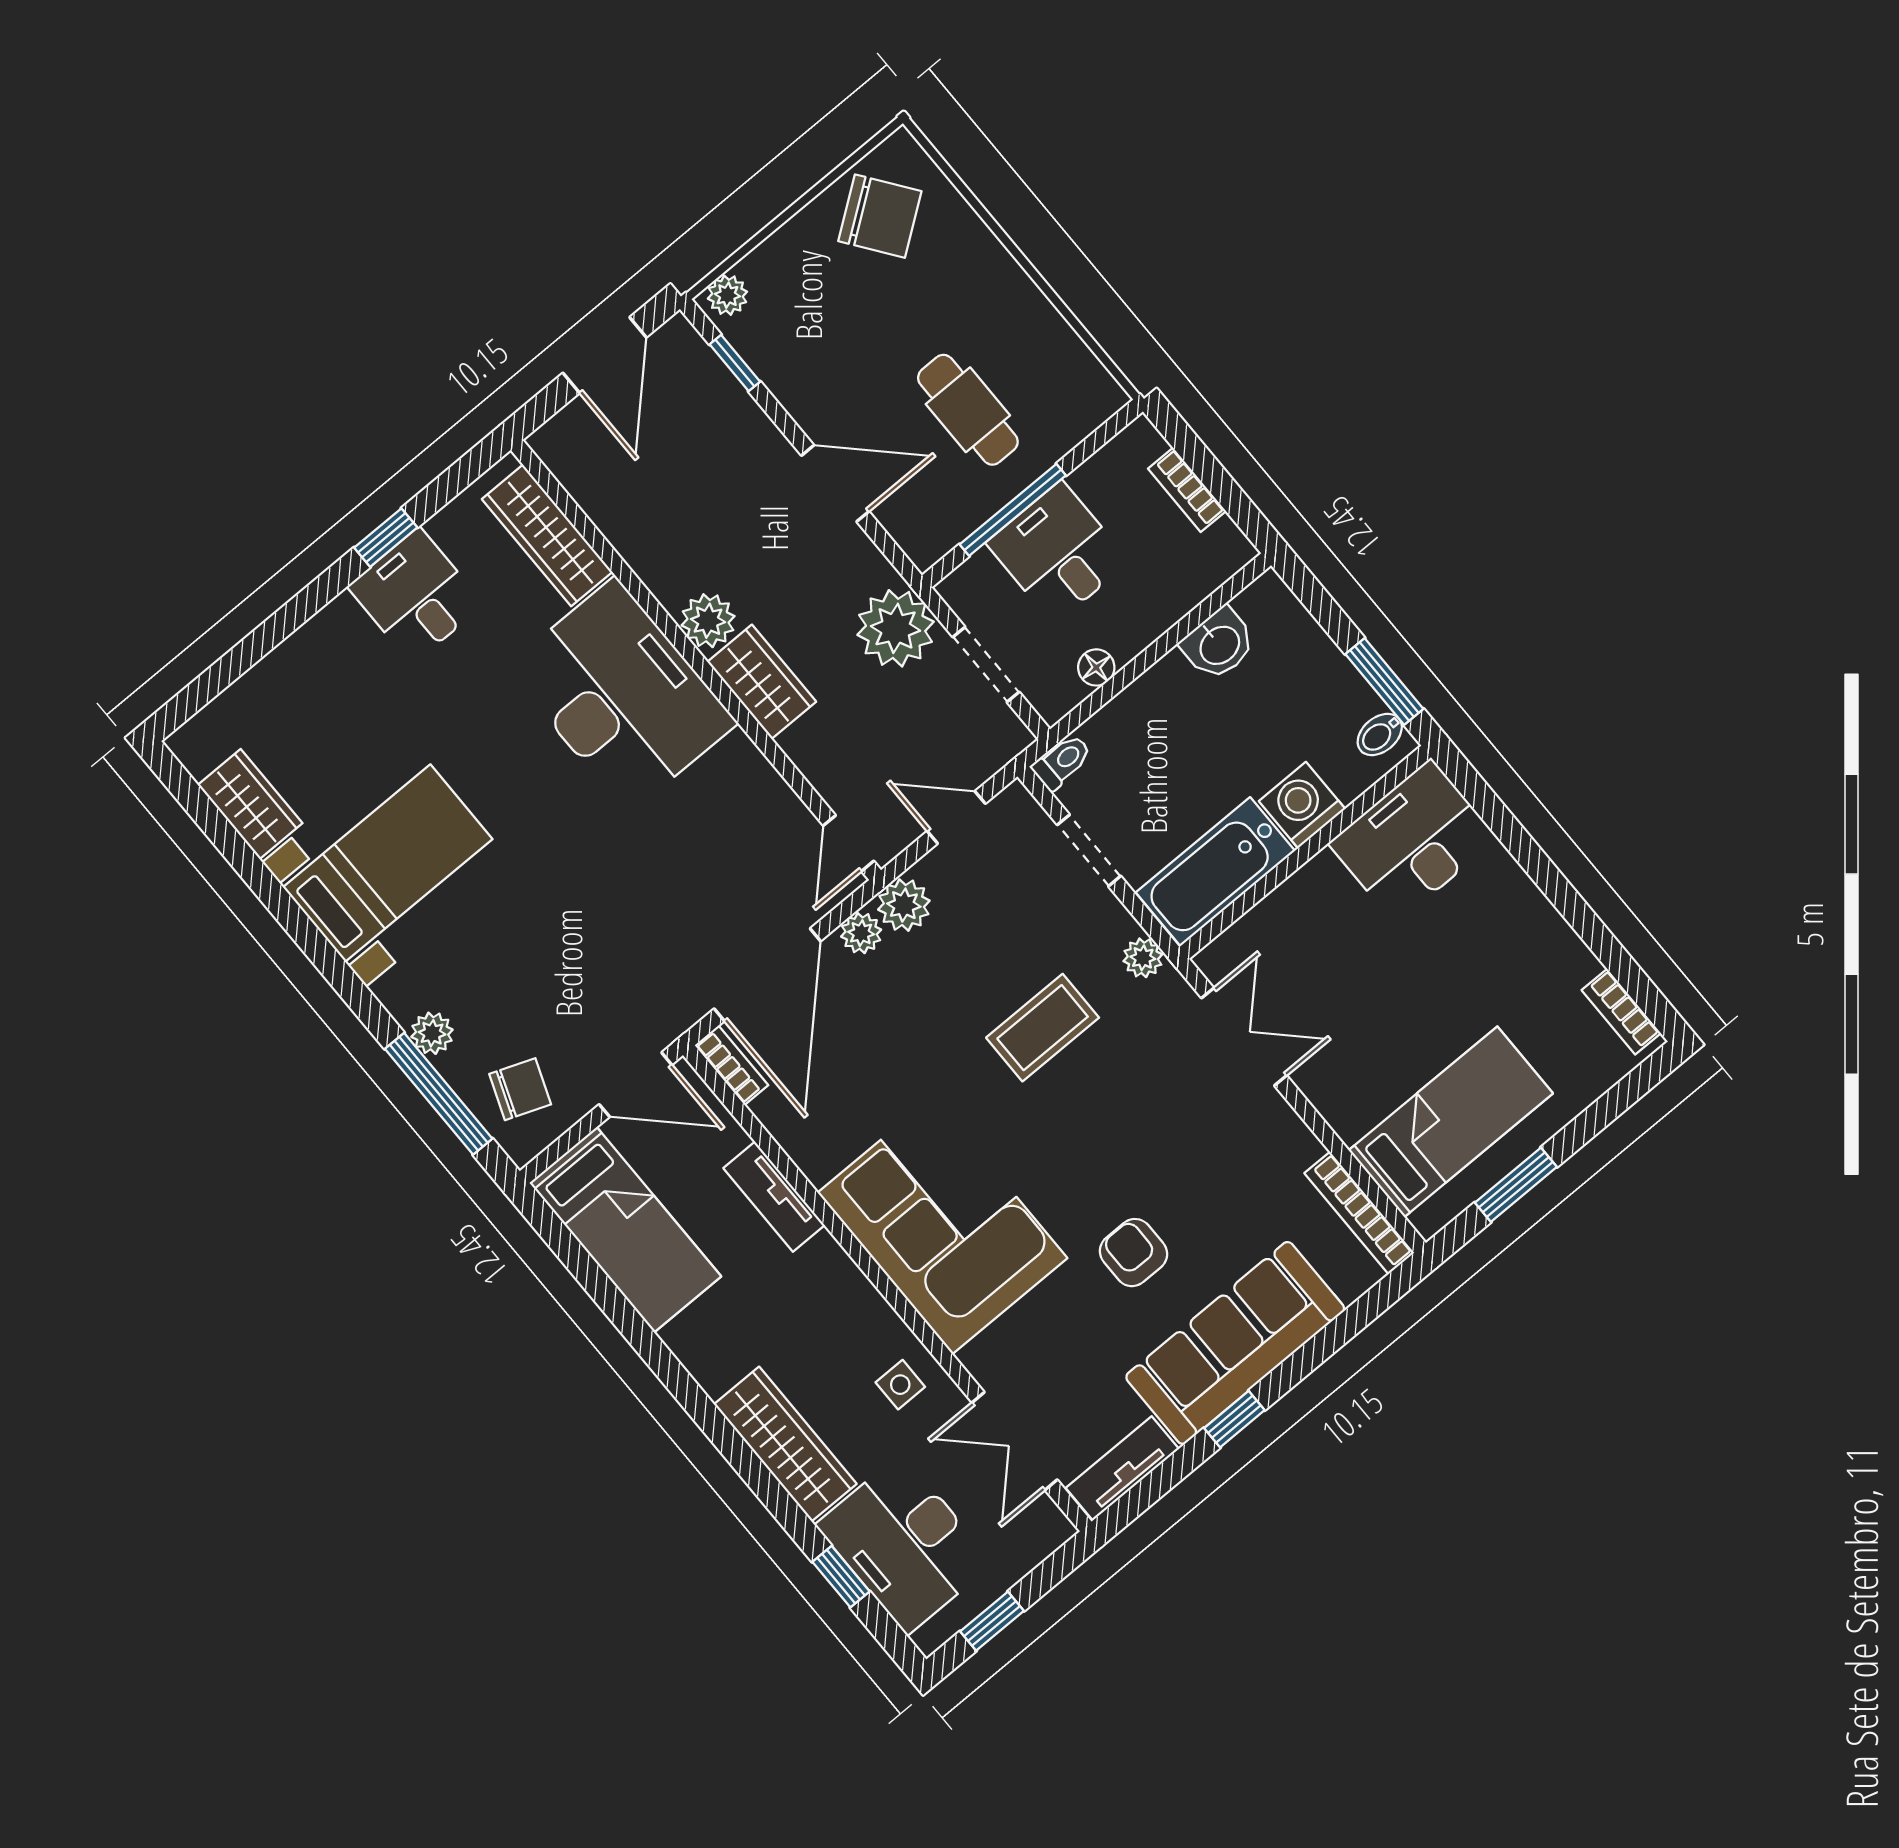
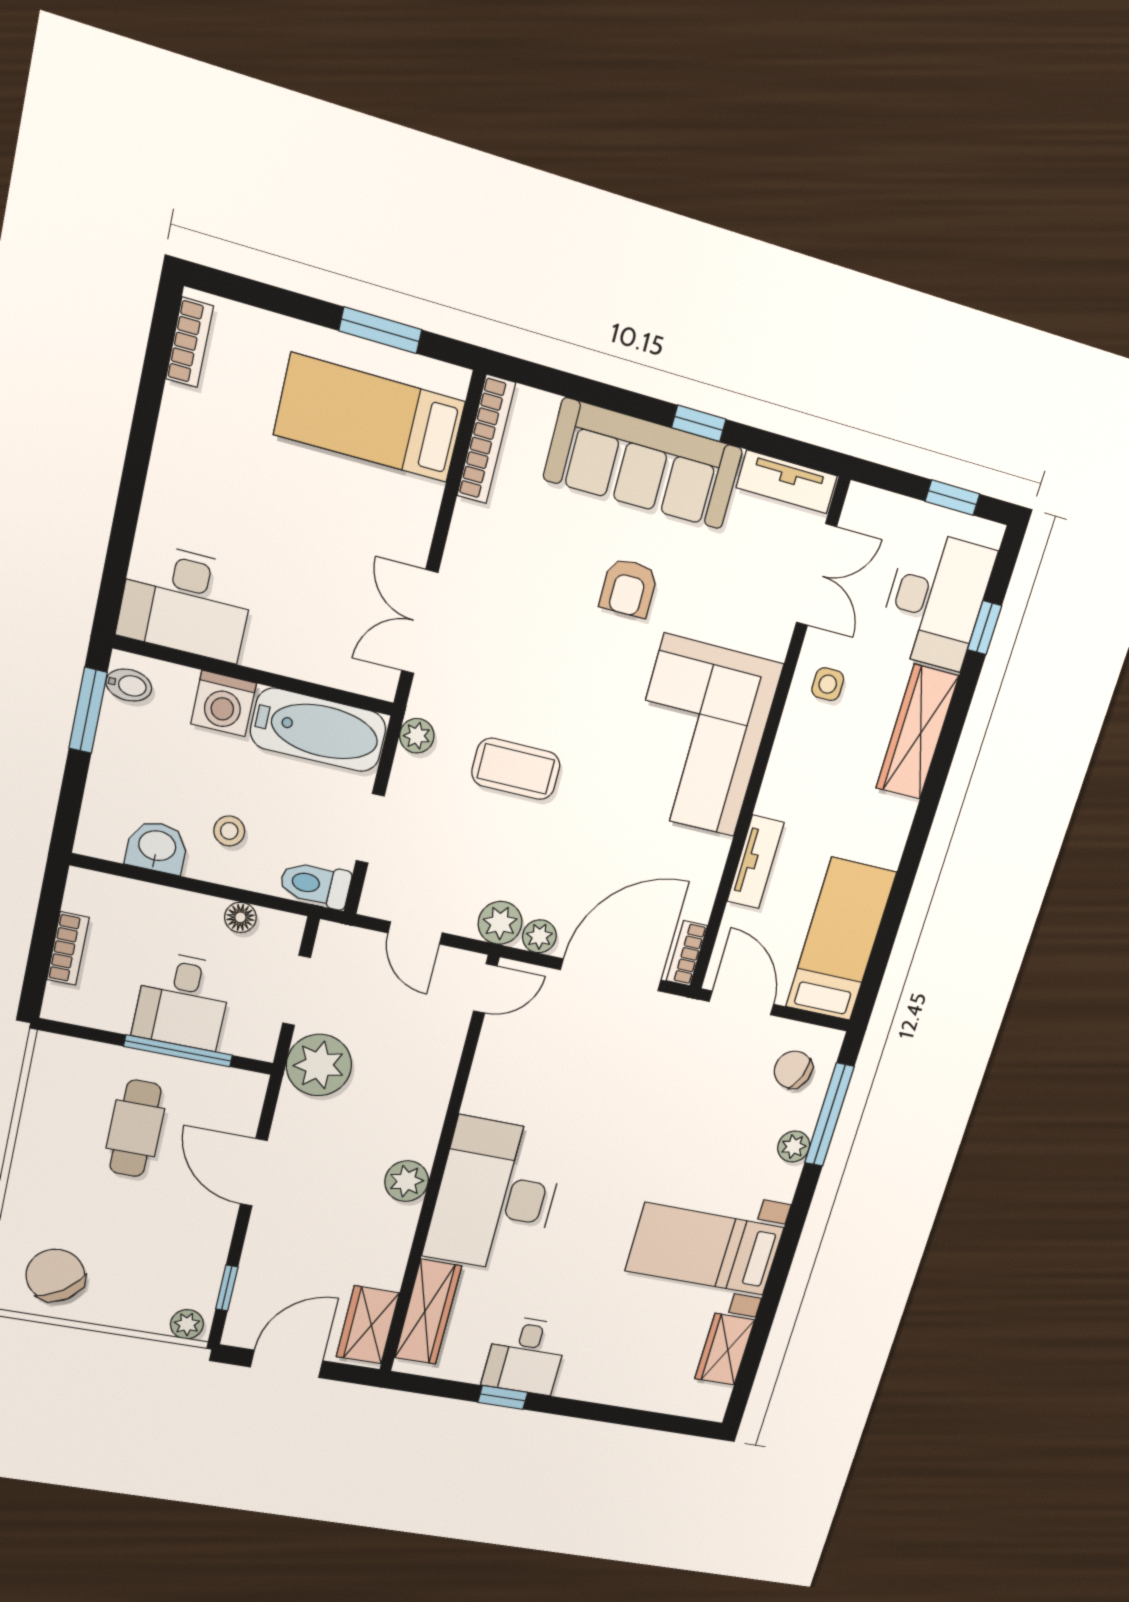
wardrobe: (762, 682) -> (368, 1325), moved
stool: (1184, 720) -> (229, 831), added
toilet: (1062, 762) -> (315, 884), width x1.37, depth x1.39

